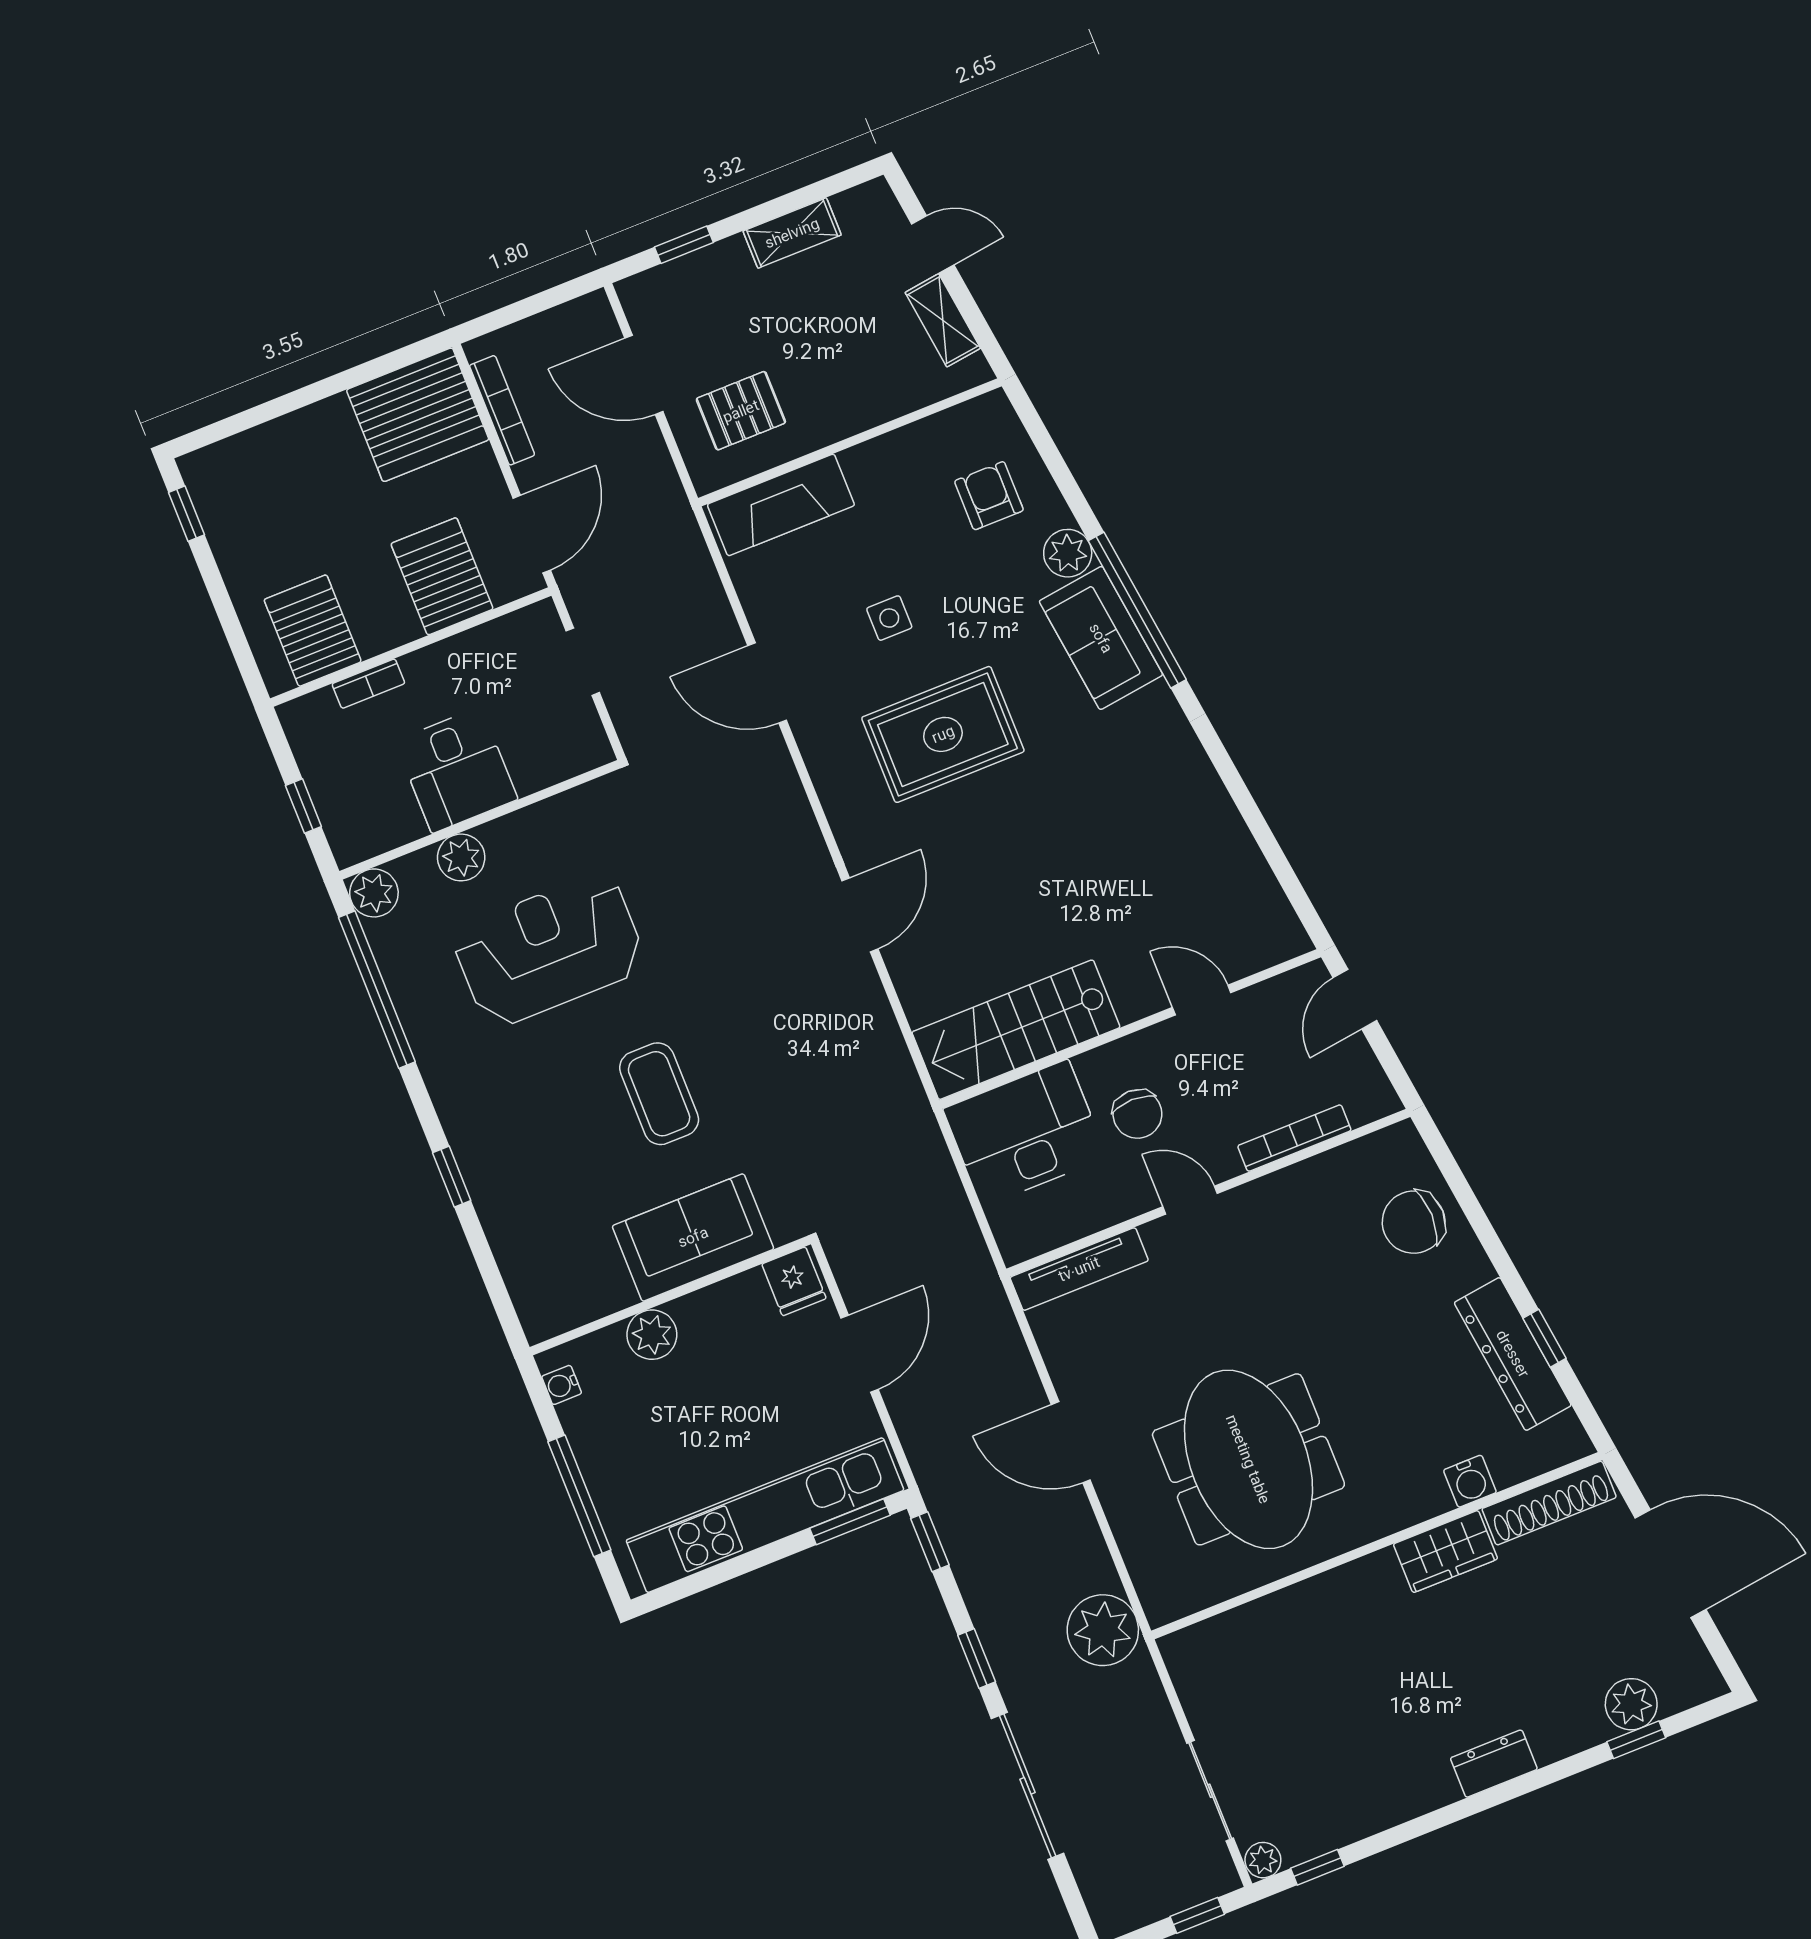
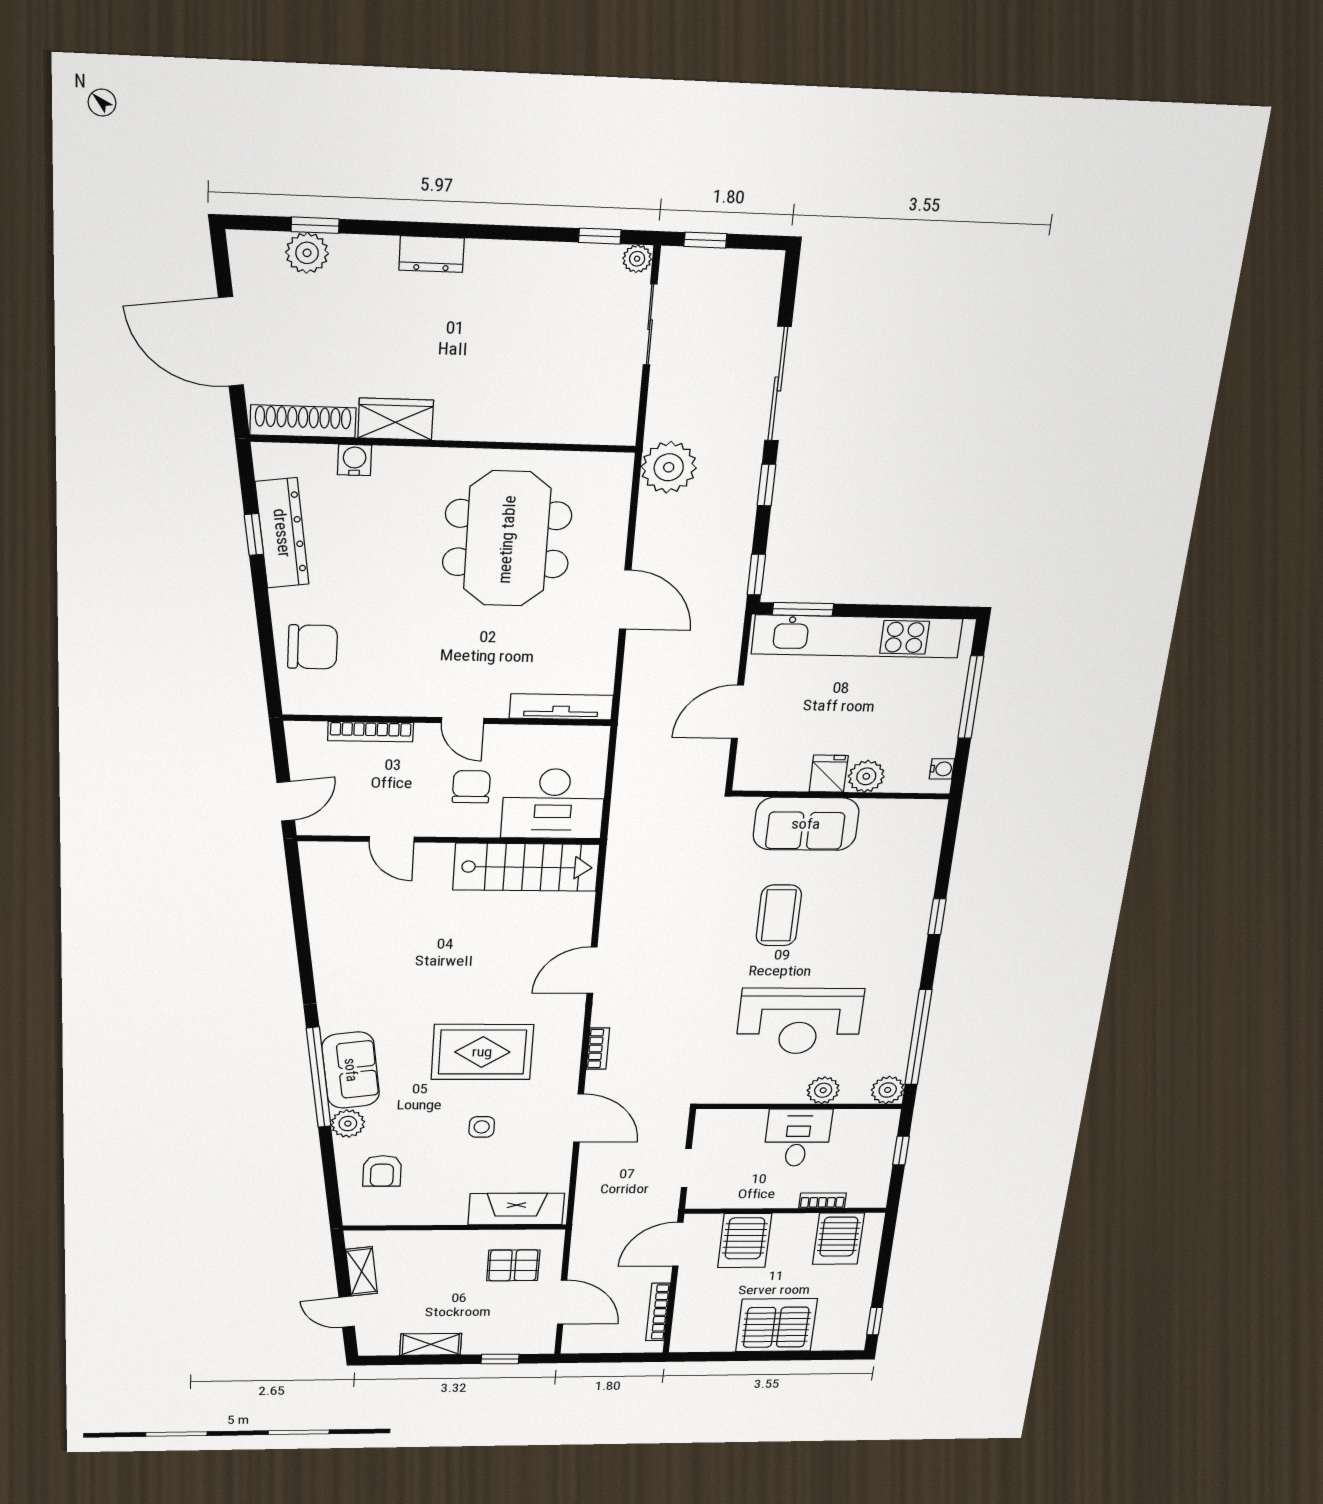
server rack: (418, 415) -> (776, 1325), moved
bookcase: (794, 801) -> (598, 1049), added
fridge: (794, 1281) -> (829, 774), moved

